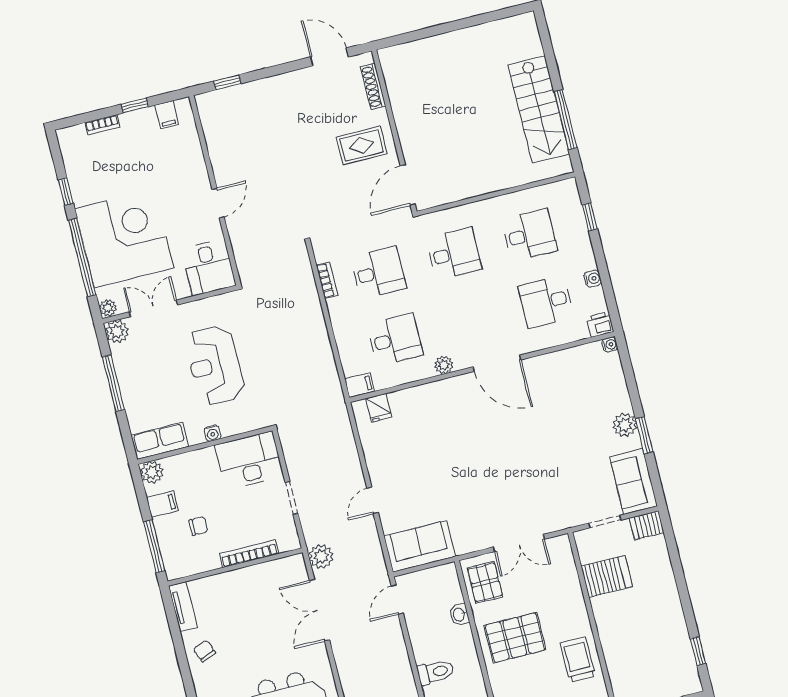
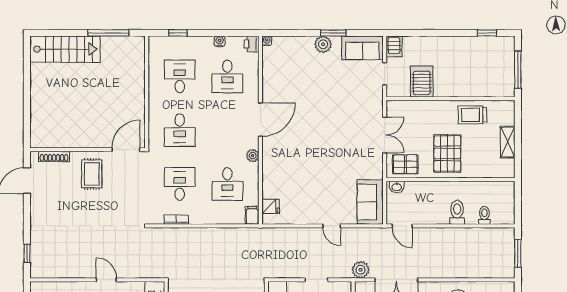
stairs: (539, 109) -> (65, 49), moved
door: (408, 185) -> (126, 150), swing flipped
desk: (454, 254) -> (180, 130), turned 180
desk: (395, 339) -> (227, 184), turned 180
washbasin: (459, 614) -> (397, 187), moved

